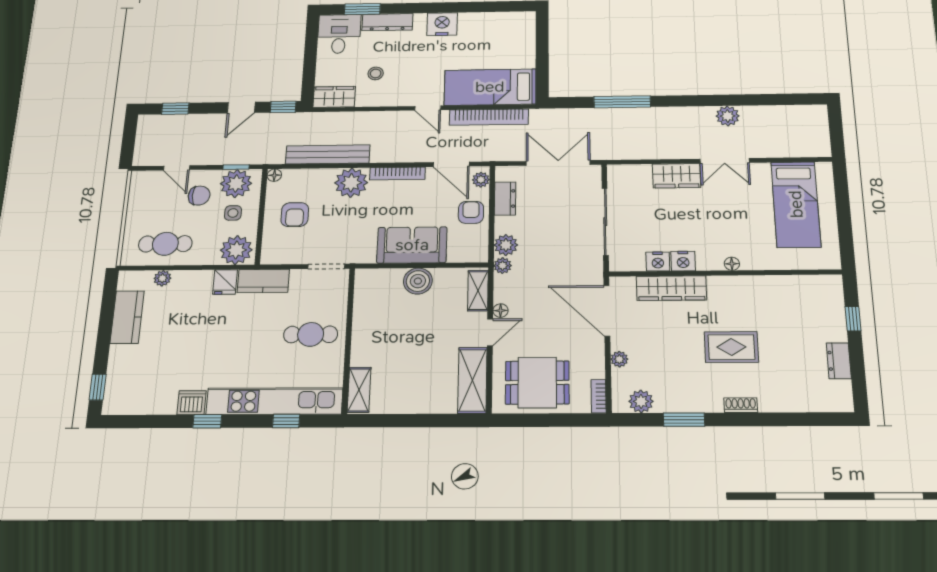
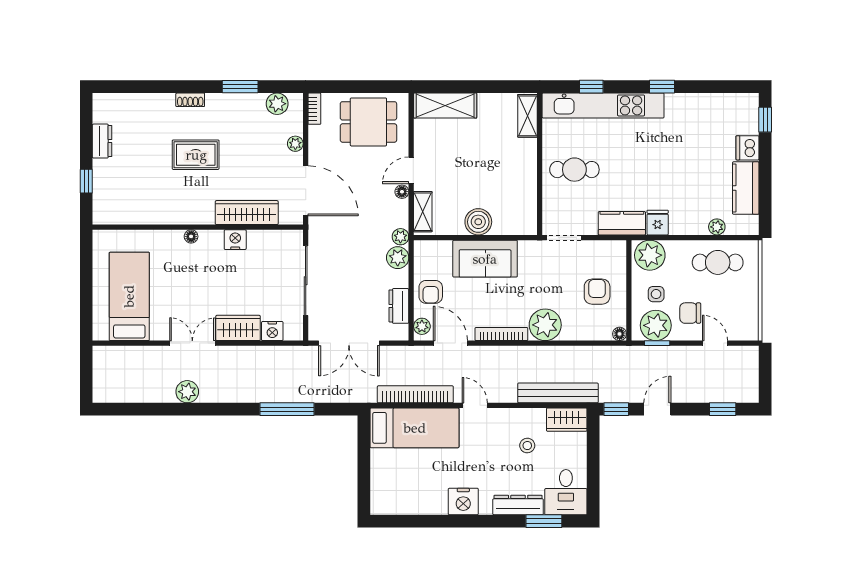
bench: (328, 154) -> (558, 393), moved
nightstand: (658, 261) -> (272, 331), moved, turned 180
shelving: (472, 380) -> (445, 105), moved, turned 90
dishwasher: (192, 403) -> (748, 148), moved, turned 90

